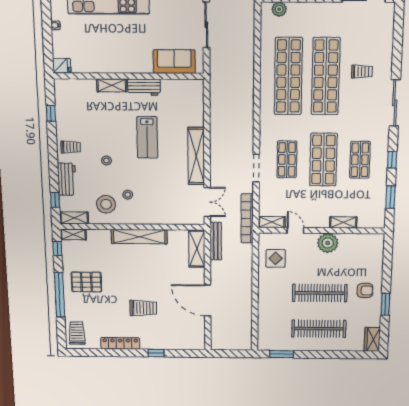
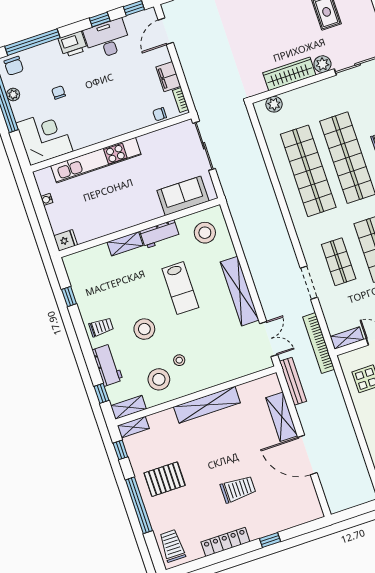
stool: (183, 99) -> (205, 233), added
stool: (106, 160) -> (144, 329), width x1.89, depth x1.89
shelving: (197, 249) -> (282, 417), moved

